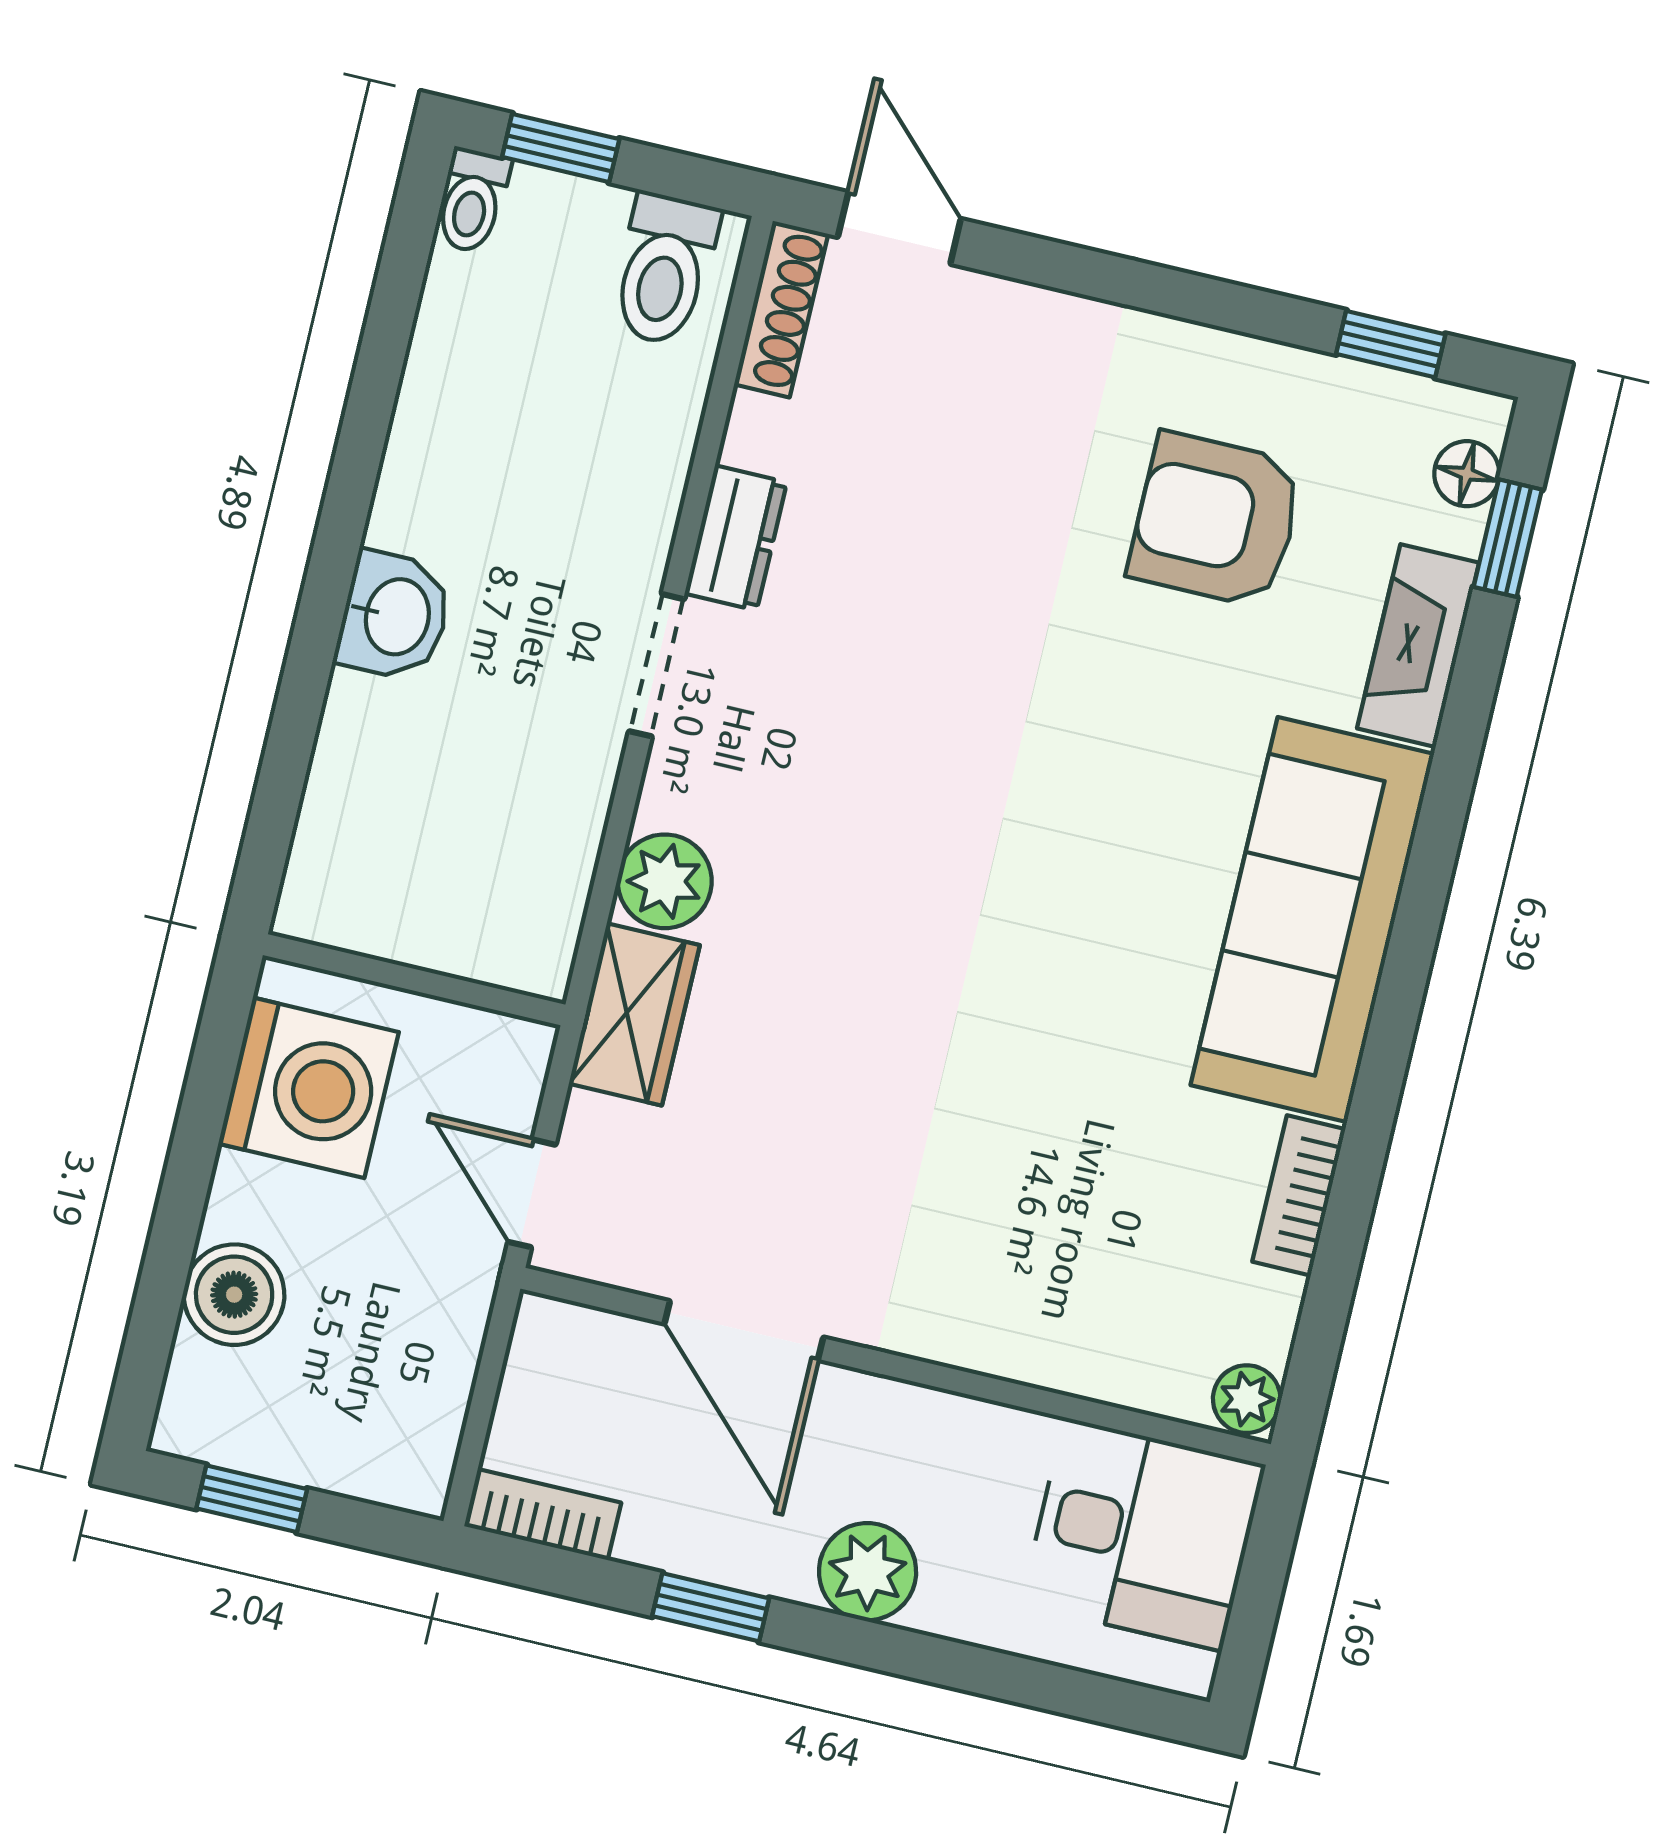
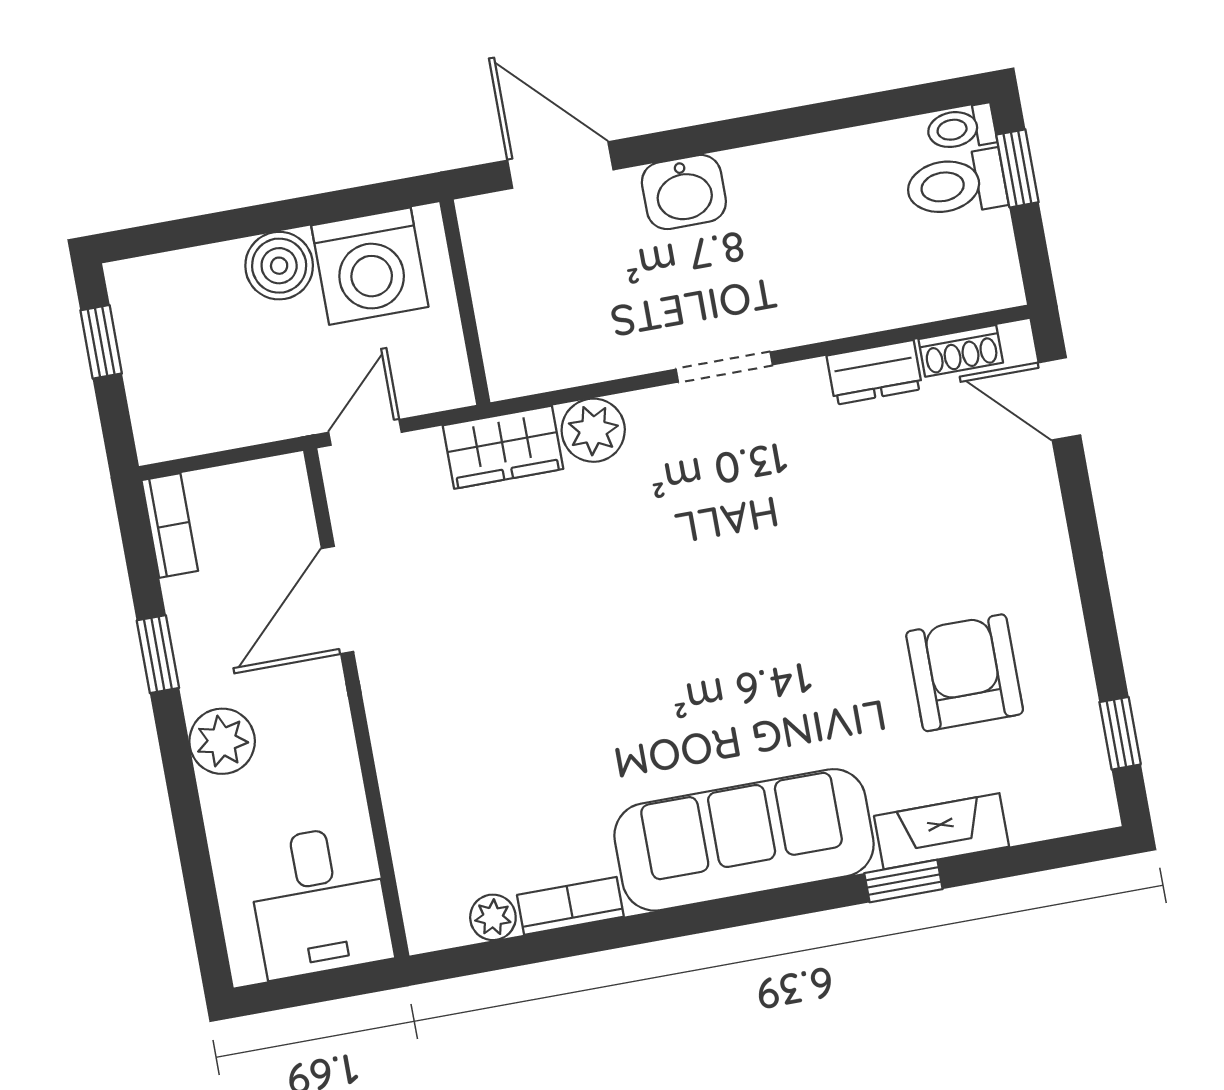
door: (899, 228) -> (1059, 399), swing flipped
toilet: (665, 269) -> (956, 184), moved
shoe rack: (781, 309) -> (961, 351), width x0.70
floor lamp: (1467, 474) -> (1061, 815), removed
dresser: (736, 538) -> (874, 372), moved
window: (1508, 538) -> (903, 881), moved
door: (284, 768) -> (560, 165), added
boiler: (234, 1295) -> (279, 266), moved
plant: (1247, 1399) -> (493, 917), moved

